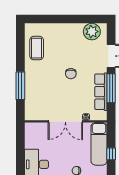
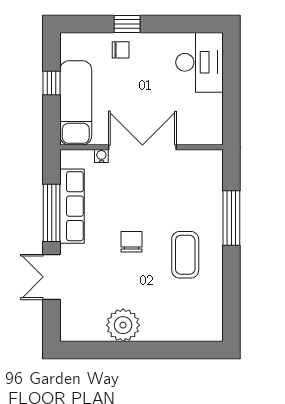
plant: (92, 32) -> (123, 325), moved
coffee table: (37, 48) -> (185, 255), moved

